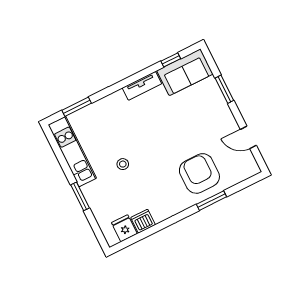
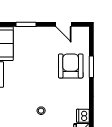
door: (248, 137) -> (63, 24), hinge flipped
armchair: (199, 173) -> (71, 66), turned 90

